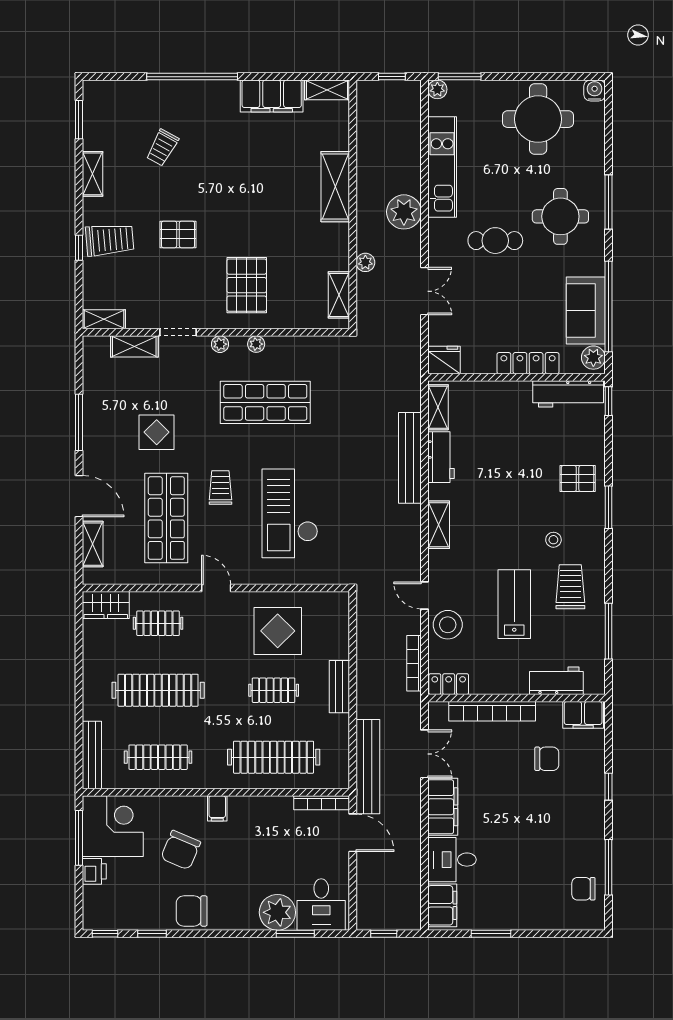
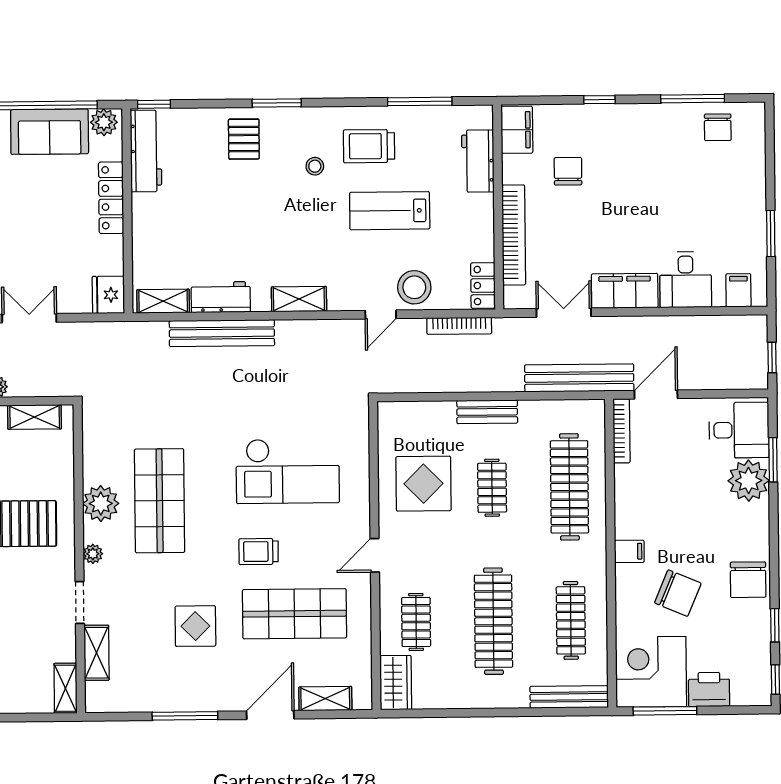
plant: (256, 344) -> (101, 503), width x1.87, depth x1.87
printer: (94, 871) -> (709, 689), width x1.36, depth x1.24
filing cabinet: (442, 905) -> (738, 290), width x0.50

